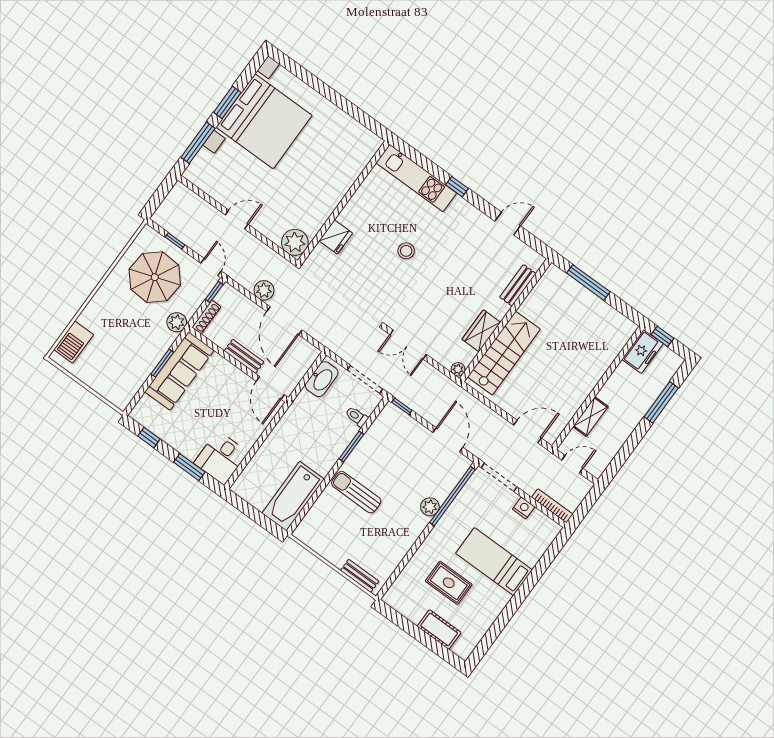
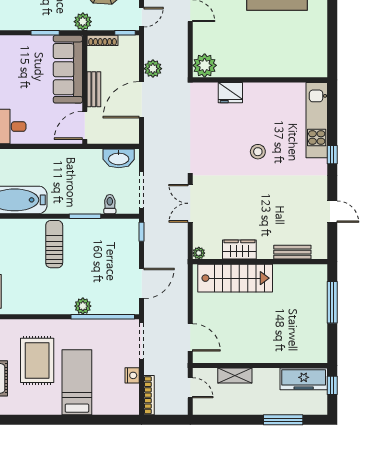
freezer: (642, 352) -> (304, 379), width x1.40
sofa: (179, 371) -> (68, 69), moved, turned 90
rug: (449, 583) -> (37, 360), width x1.36, depth x1.43

